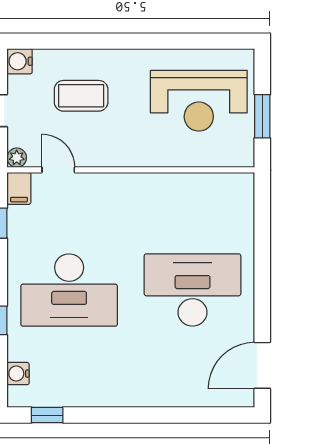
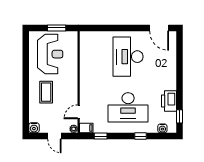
coffee table: (81, 96) -> (46, 92), moved
desk: (69, 290) -> (128, 107), turned 90
printer: (85, 389) -> (169, 101), added

